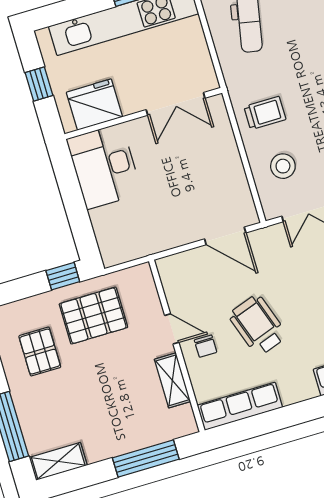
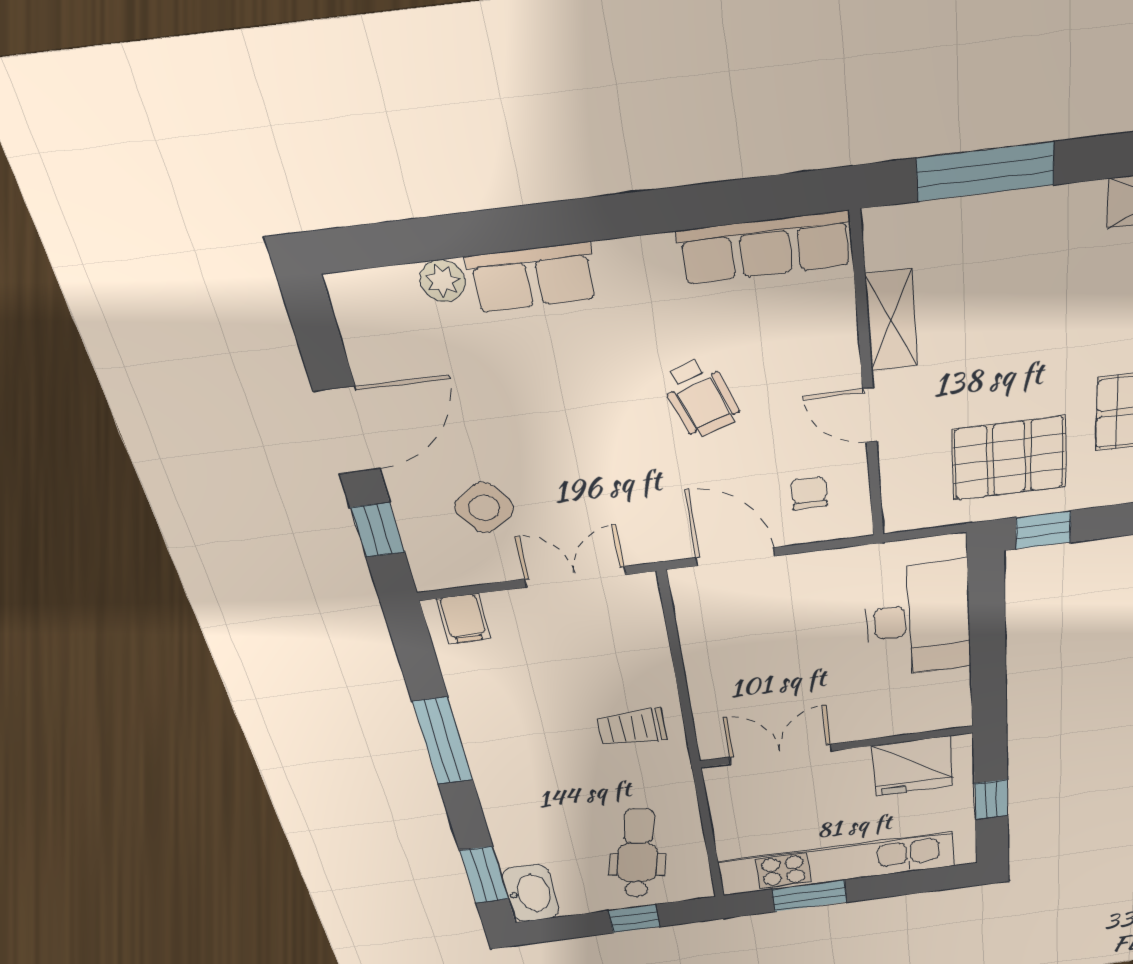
desk: (104, 166) -> (918, 620), moved
stool: (283, 166) -> (612, 650), removed
wheelchair: (258, 325) -> (701, 398), width x0.73, depth x0.73
chair: (206, 346) -> (809, 493), moved

